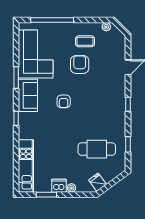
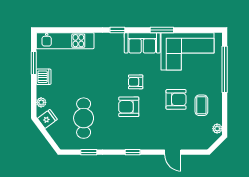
armchair: (86, 108) -> (129, 107), added
plant: (71, 188) -> (41, 102), moved

